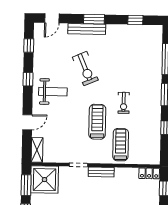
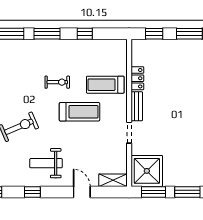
weight bench: (53, 92) -> (46, 163), turned -90
treadmill: (97, 122) -> (80, 112), turned 180
locker: (149, 173) -> (137, 78), moved

